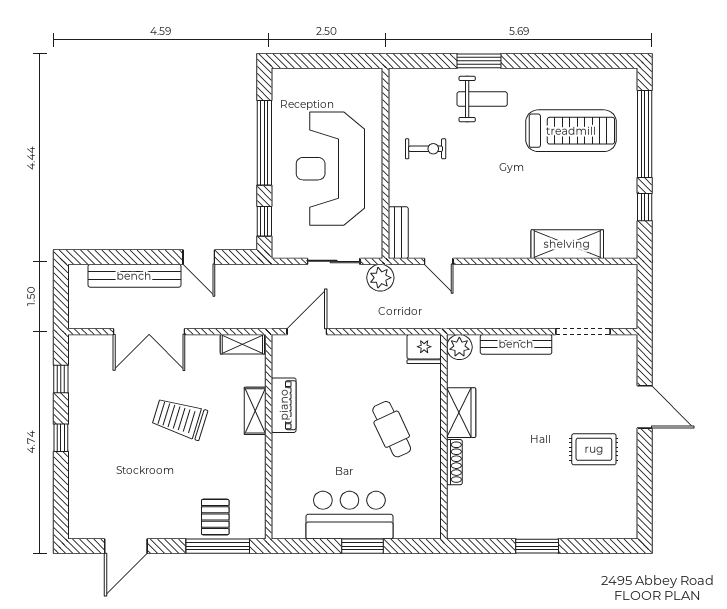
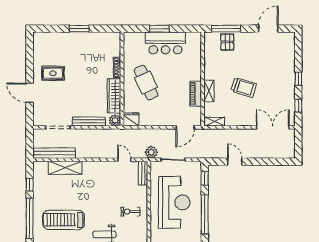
bench: (134, 276) -> (54, 153), moved
double door: (149, 332) -> (273, 127), moved
wardrobe: (461, 413) -> (114, 96), width x1.50
cafe table: (392, 429) -> (146, 83), width x1.37, depth x1.35

